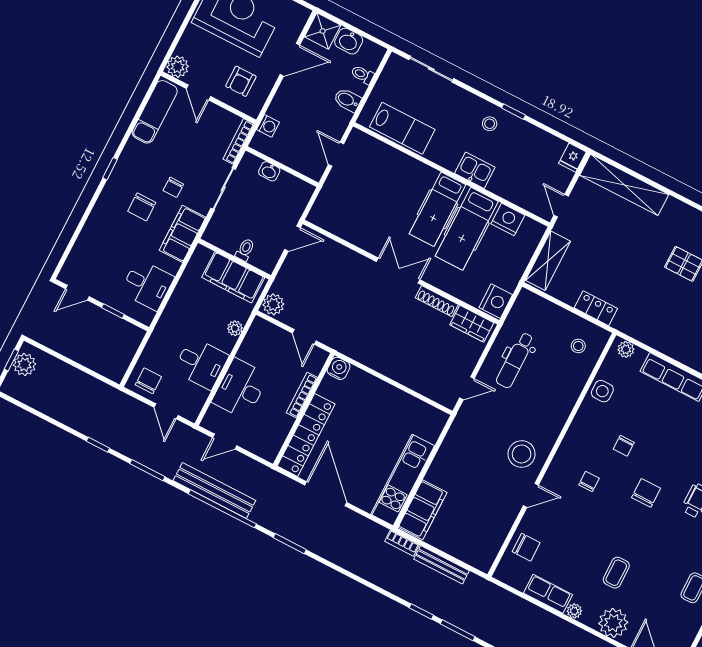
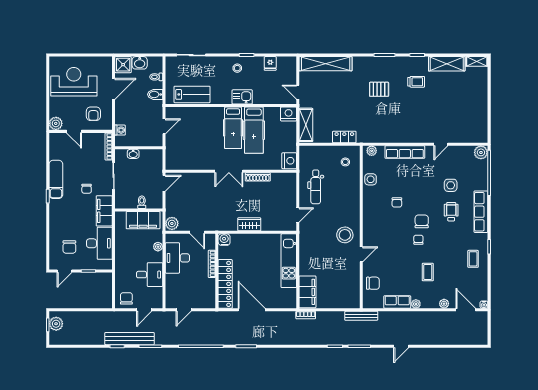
exam couch: (155, 112) -> (56, 179), moved
door: (336, 154) -> (164, 126), swing flipped
fridge: (572, 158) -> (270, 63), moved
chair: (142, 207) -> (69, 247), moved
nightstand: (508, 219) -> (289, 114), moved
double door: (398, 271) -> (229, 171), swing flipped
desk: (147, 285) -> (99, 243), width x1.37
wardrobe: (472, 324) -> (249, 224), moved, turned 180
desk: (240, 389) -> (177, 258), moved
door: (166, 411) -> (144, 310), hinge flipped
kitchen unit: (403, 480) -> (289, 261), moved
chair: (589, 481) -> (418, 240), moved
bench: (214, 491) -> (129, 339), moved
bench: (442, 565) -> (361, 316), moved
plant: (613, 623) -> (444, 304), width x0.53, depth x0.53

